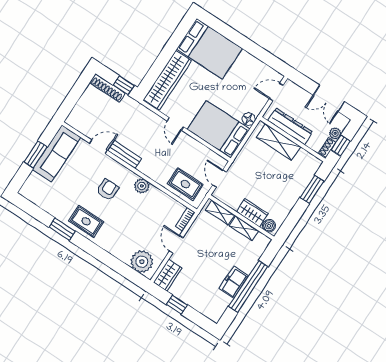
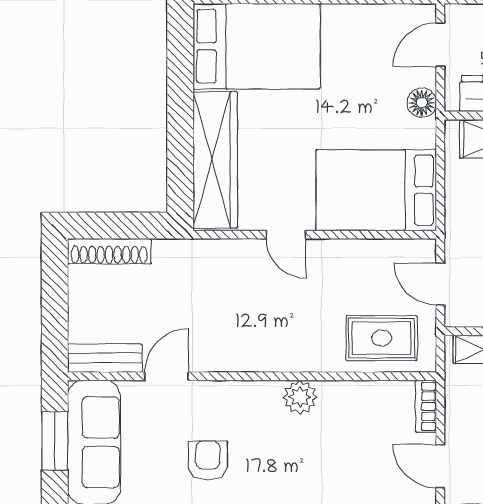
window: (124, 85) -> (137, 226), removed
floor lamp: (249, 119) -> (422, 103), moved
window: (36, 154) -> (55, 441), moved
bench: (125, 155) -> (105, 358), moved
armchair: (108, 190) -> (208, 460), moved

